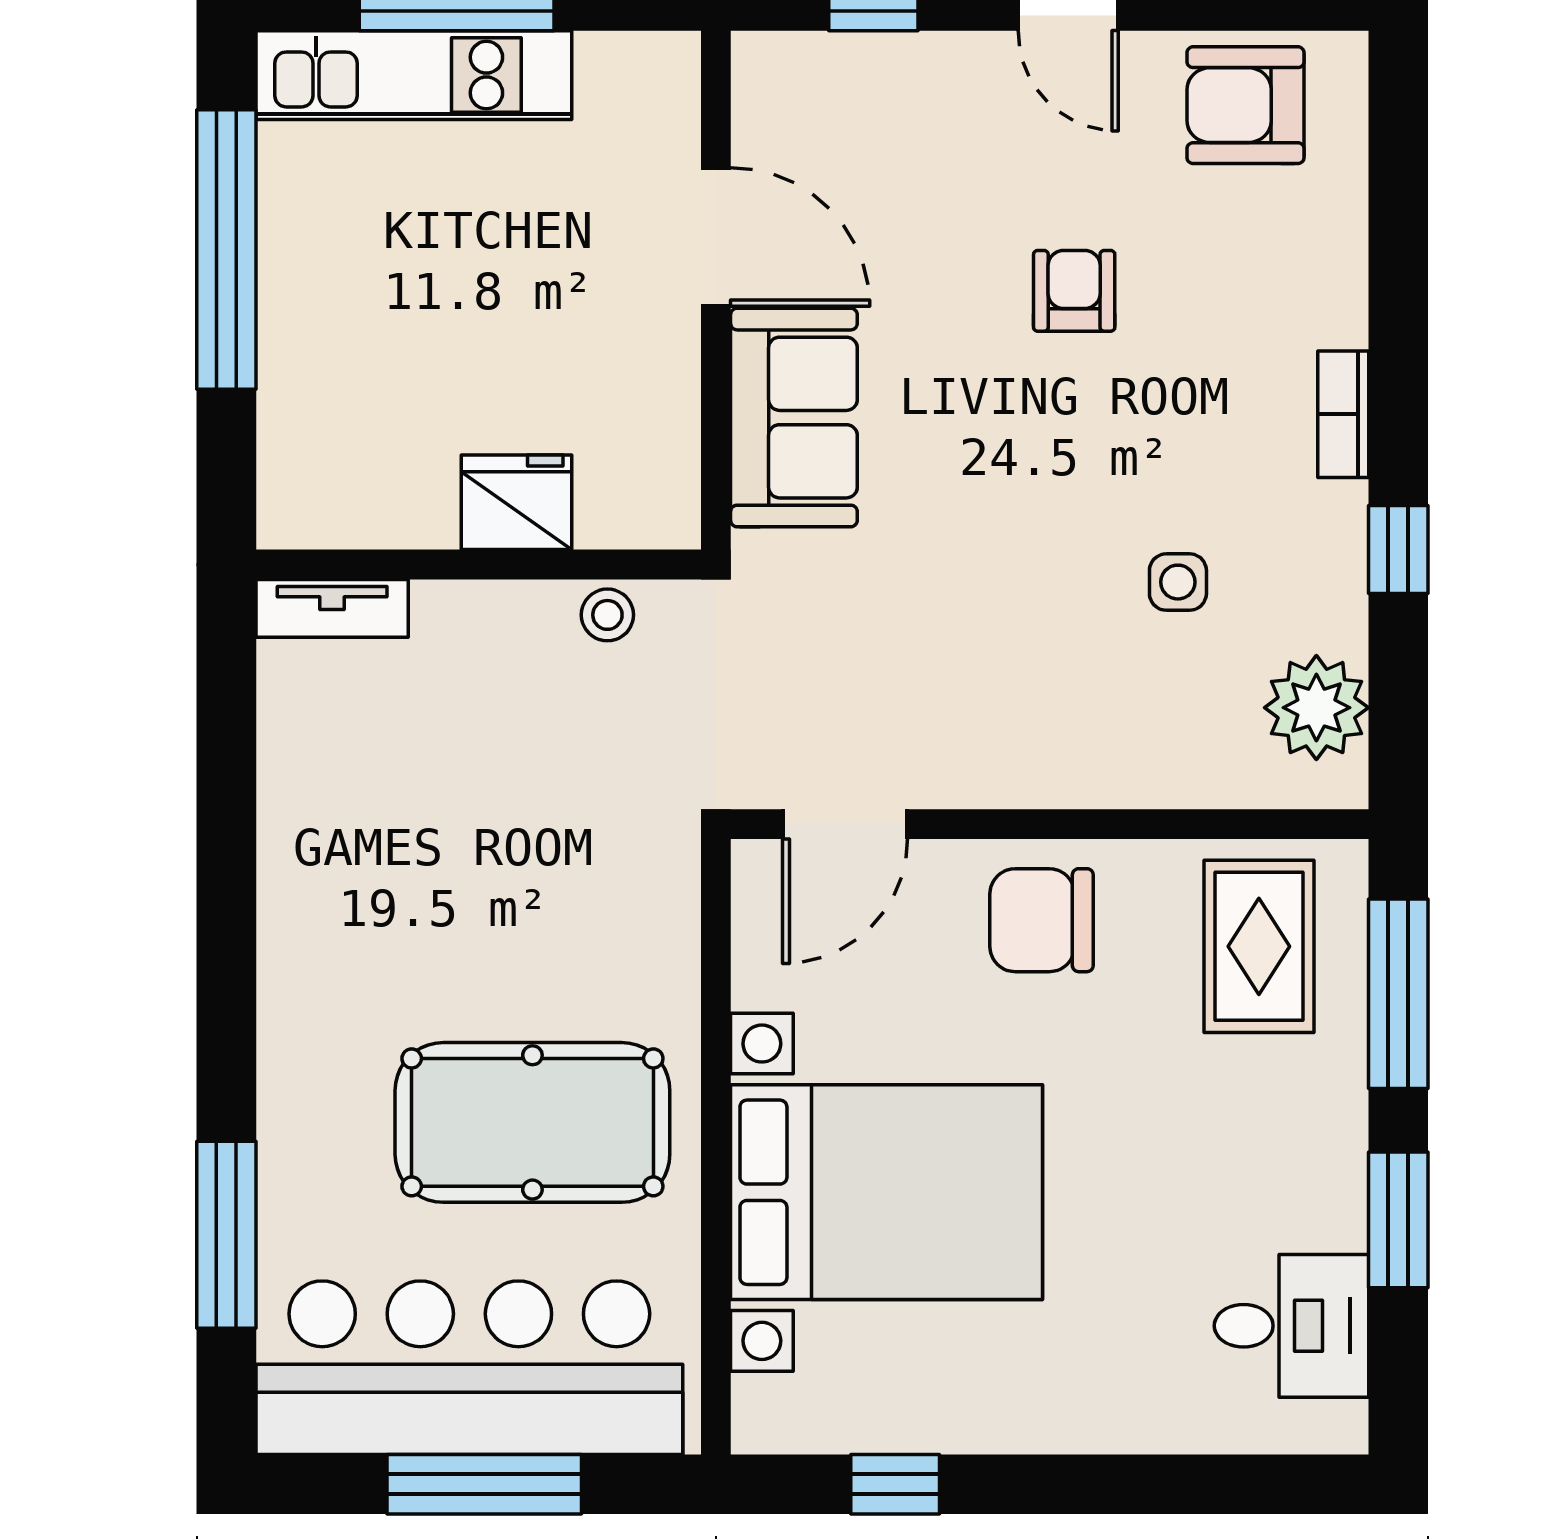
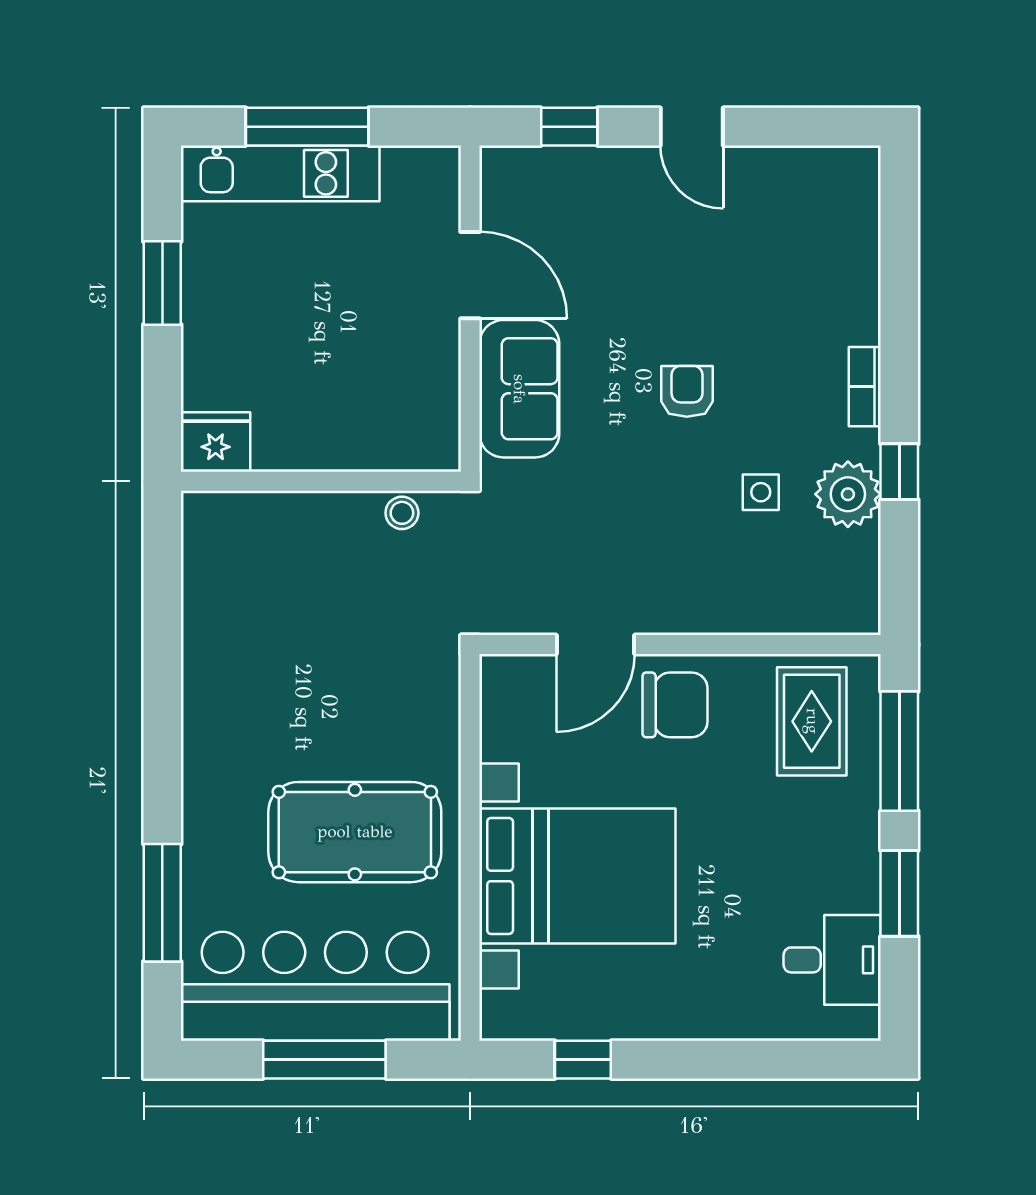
armchair: (1245, 105) -> (803, 192), removed
window: (226, 249) -> (162, 283), width x0.47
armchair: (1074, 291) -> (687, 391), moved
fridge: (517, 502) -> (216, 442), moved
tv unit: (332, 608) -> (229, 509), removed
plant: (1316, 708) -> (848, 494), moved
door: (845, 824) -> (595, 644), moved
chair: (1042, 920) -> (675, 705), turned 180

